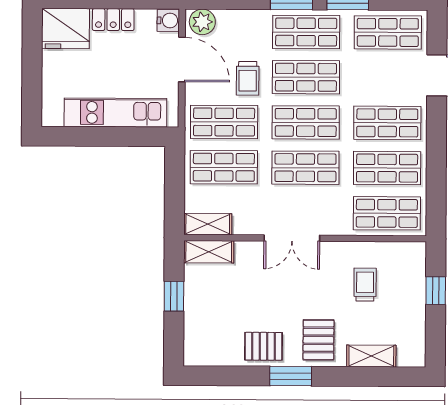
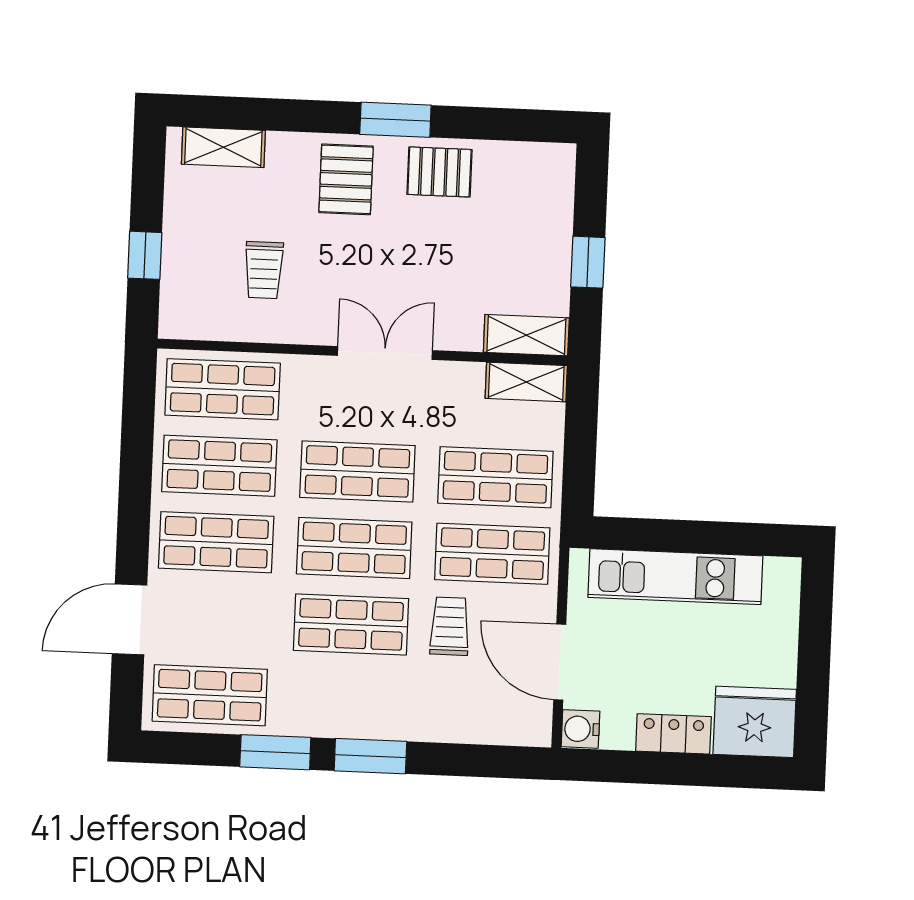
plant: (202, 22) -> (523, 724), removed
shop shelf: (306, 32) -> (348, 701), removed
shelving: (371, 356) -> (223, 147), moved

